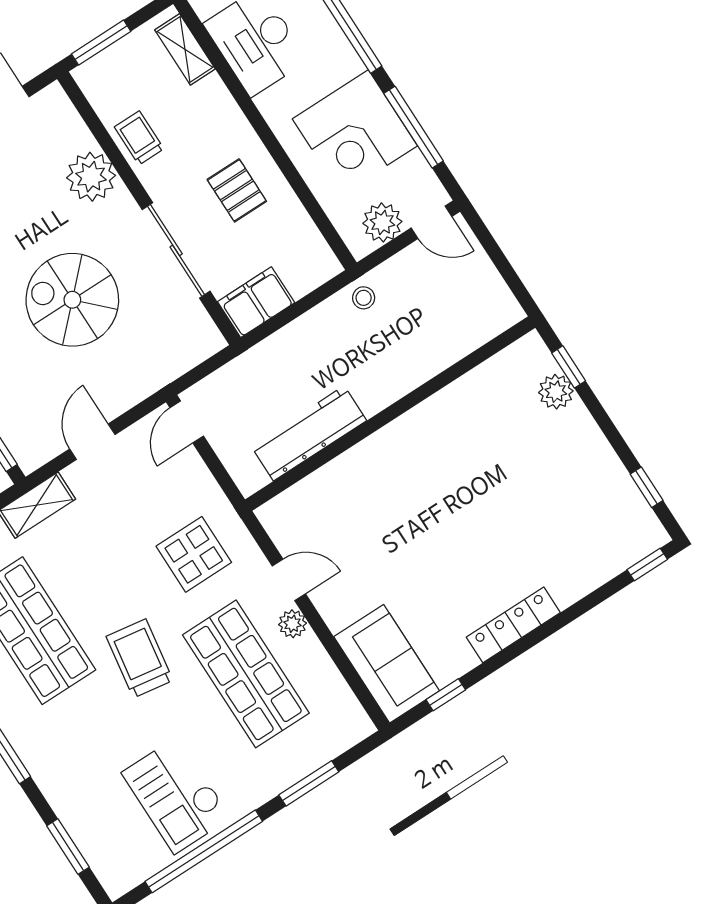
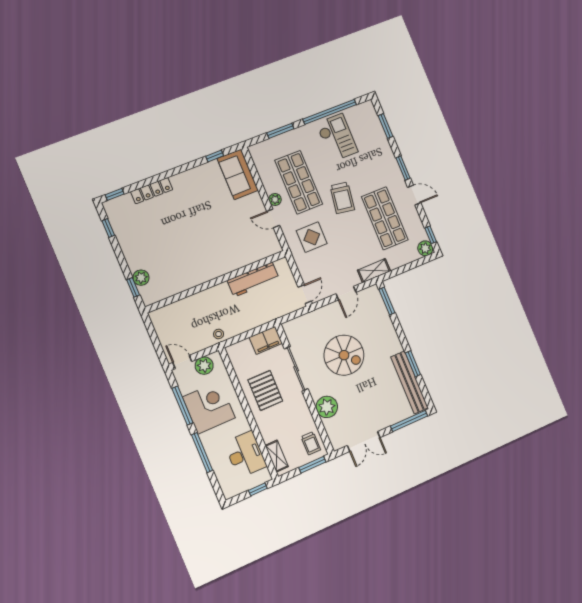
trolley: (139, 138) -> (311, 443), moved
pallet: (237, 190) -> (265, 390), width x1.50, depth x1.42
locker: (513, 625) -> (152, 191), moved

